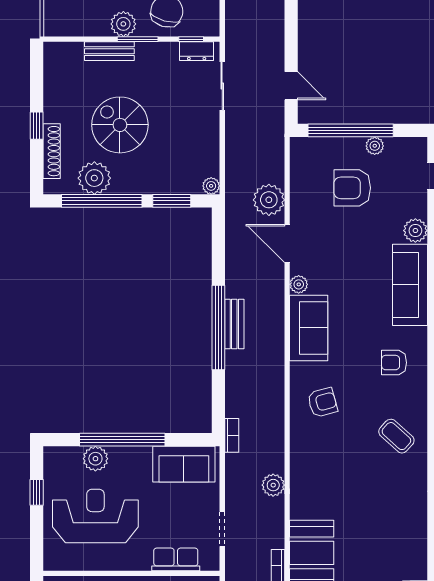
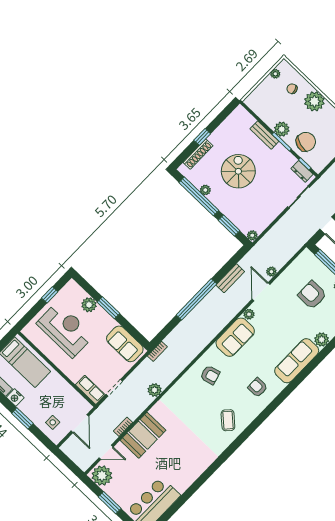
plant: (94, 178) -> (205, 190), width x0.53, depth x0.53
plant: (269, 200) -> (271, 272), width x0.53, depth x0.53
bench: (234, 324) -> (230, 278), moved
window: (122, 440) -> (108, 308), width x0.47
row of seats: (176, 559) -> (90, 390), moved

